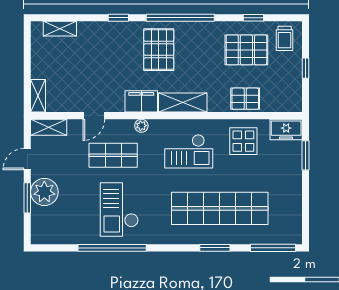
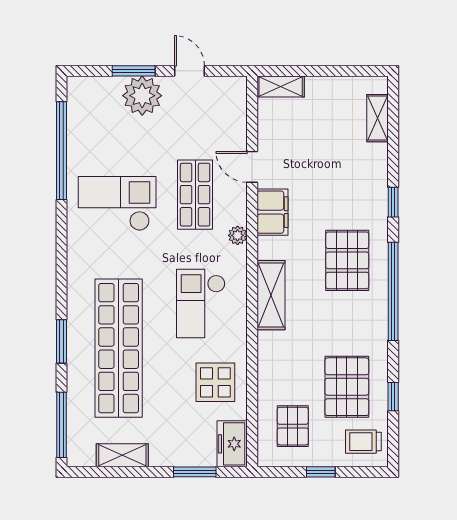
pallet: (159, 50) -> (347, 260), turned 90
pallet: (245, 99) -> (293, 426), moved
filing cabinet: (141, 101) -> (273, 212), moved
shelving: (49, 127) -> (122, 455), moved, turned 90
window: (112, 248) -> (62, 151), moved

